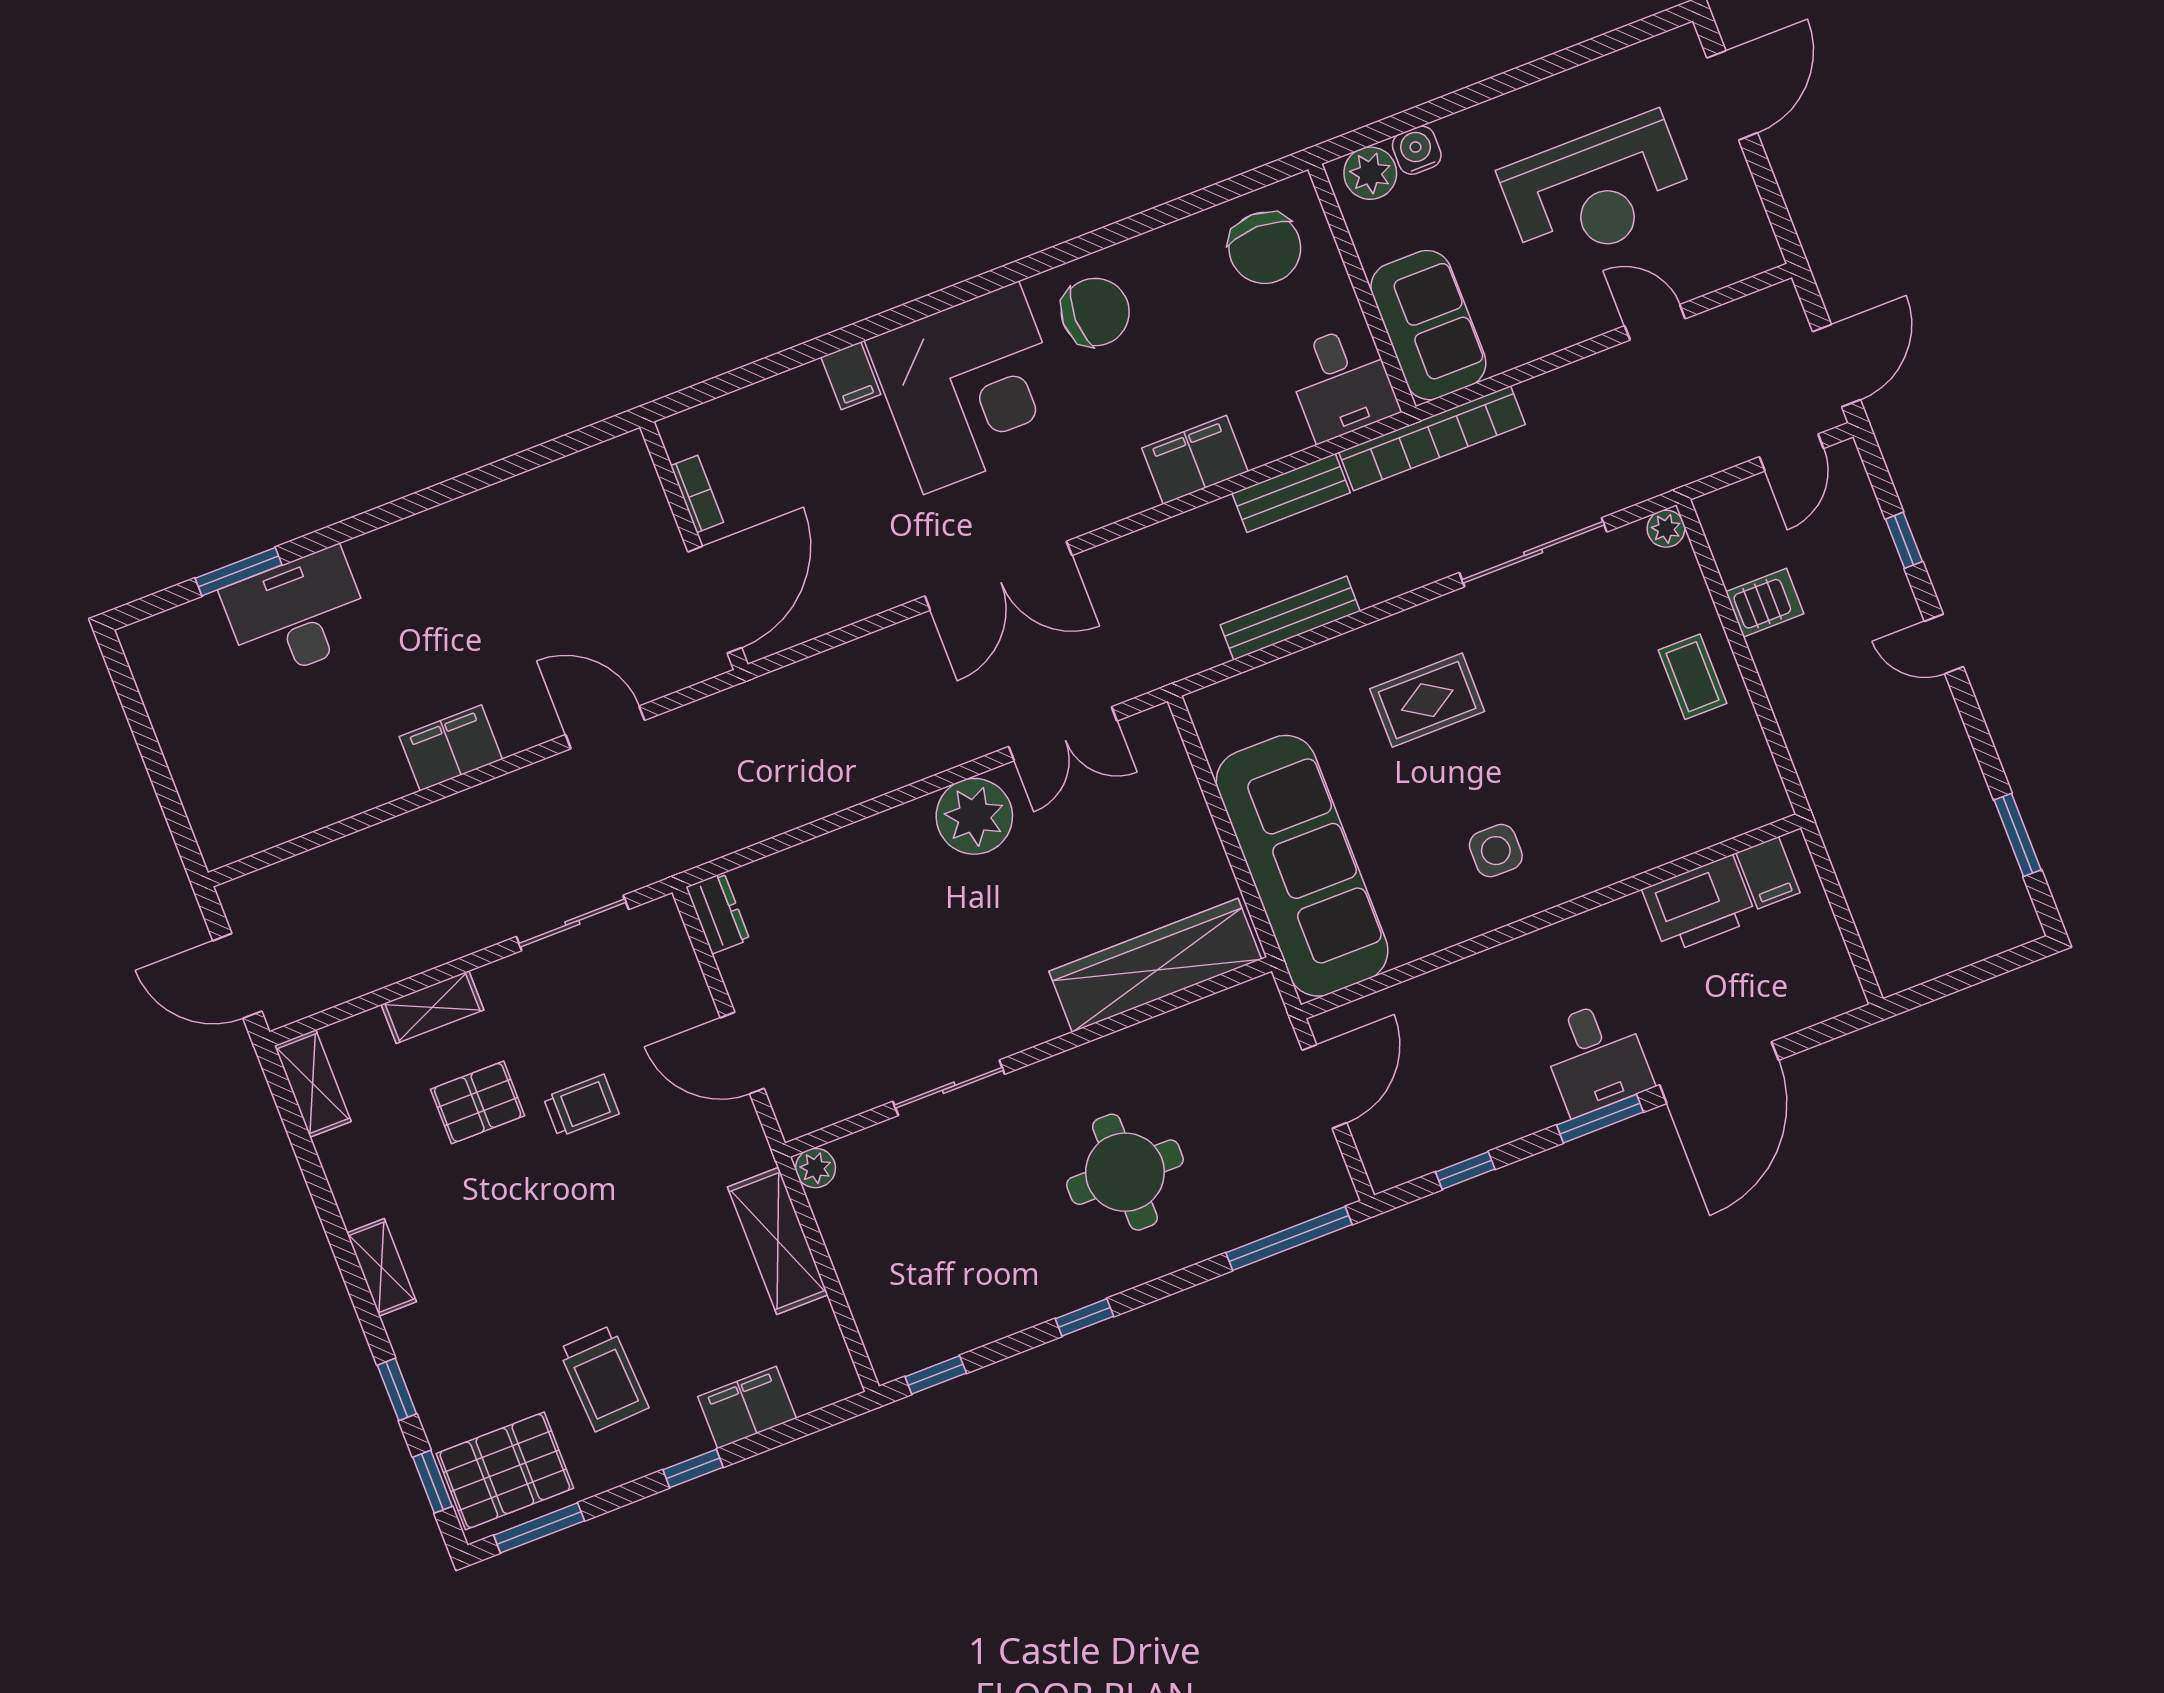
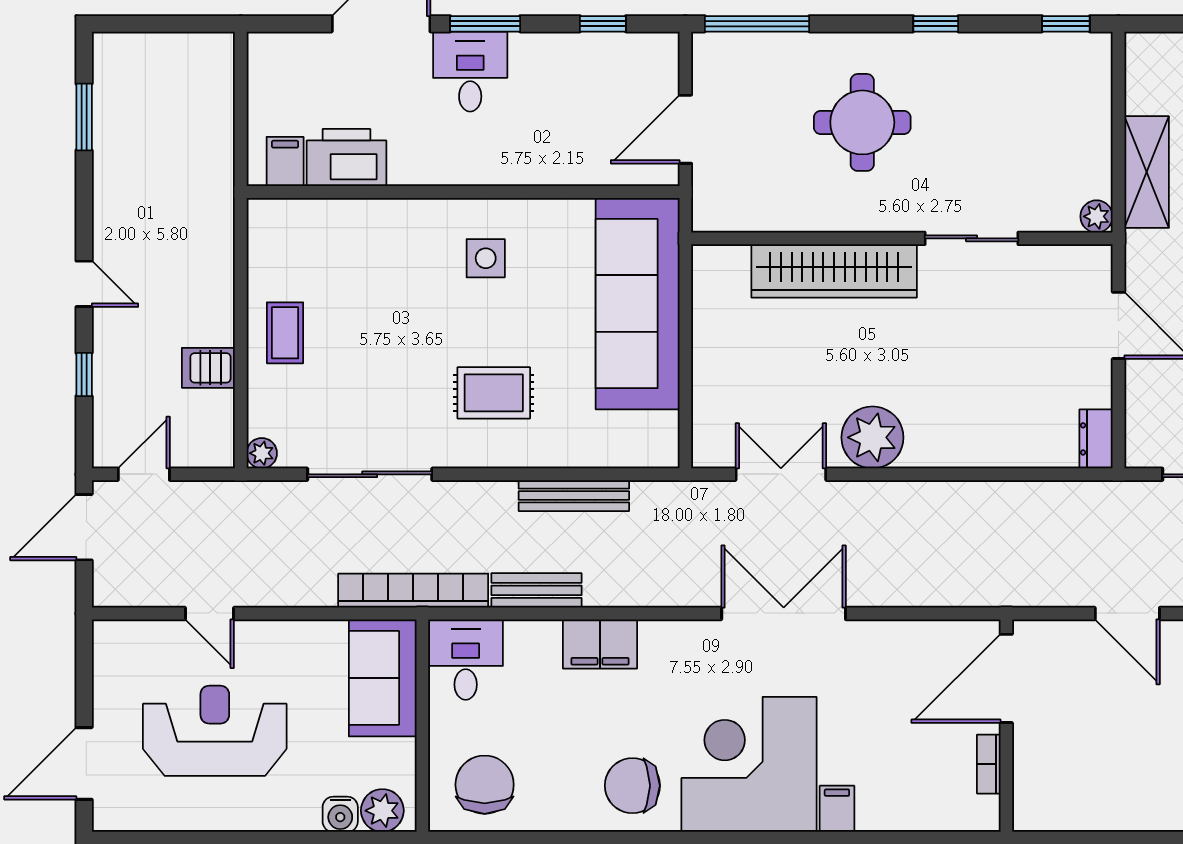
wardrobe: (1155, 965) -> (834, 271), moved

